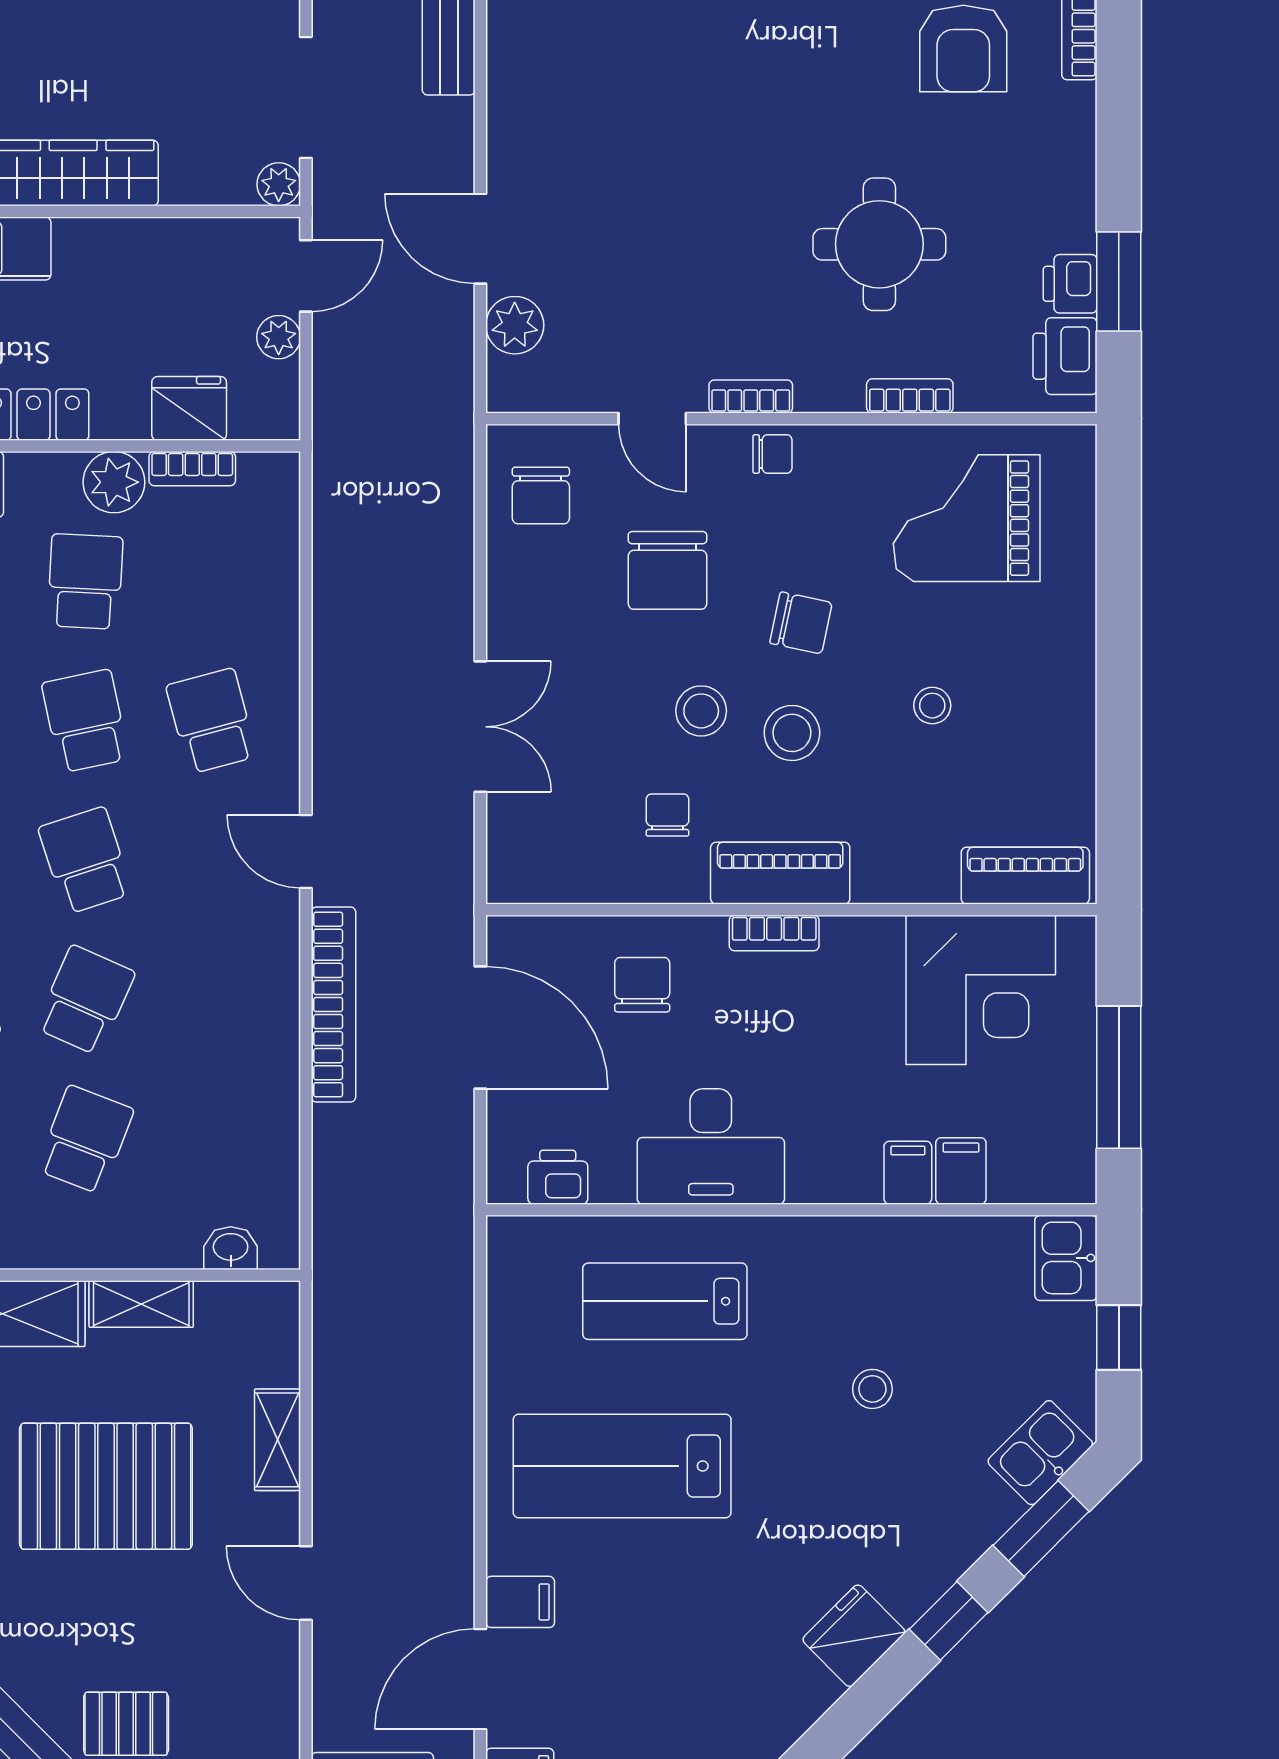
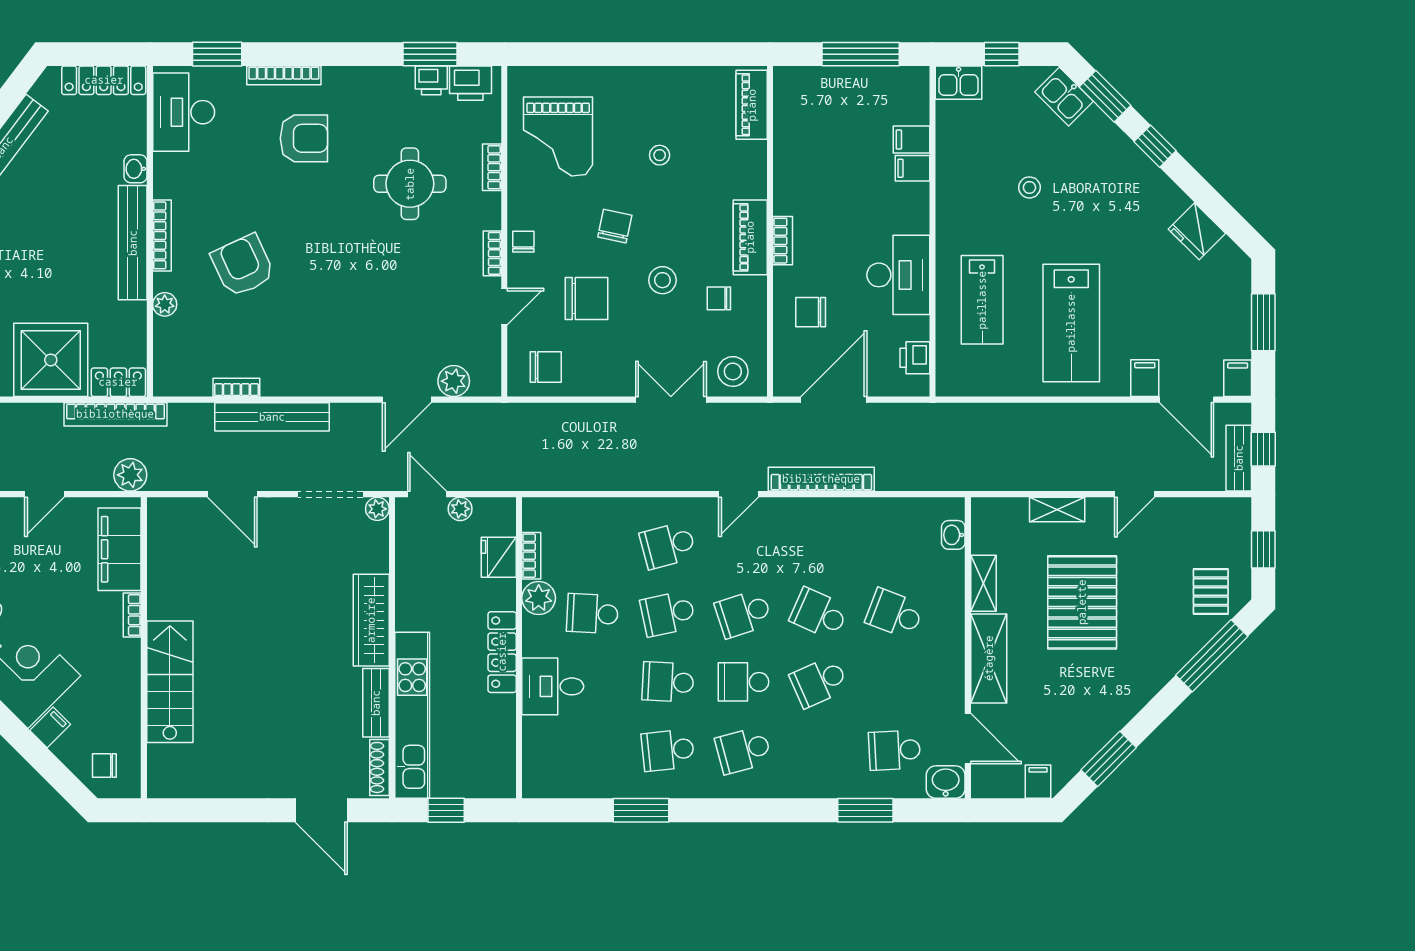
stool: (792, 733) -> (733, 371), moved
corner desk: (981, 990) -> (813, 129), removed
fridge: (854, 1636) -> (1197, 231), moved

